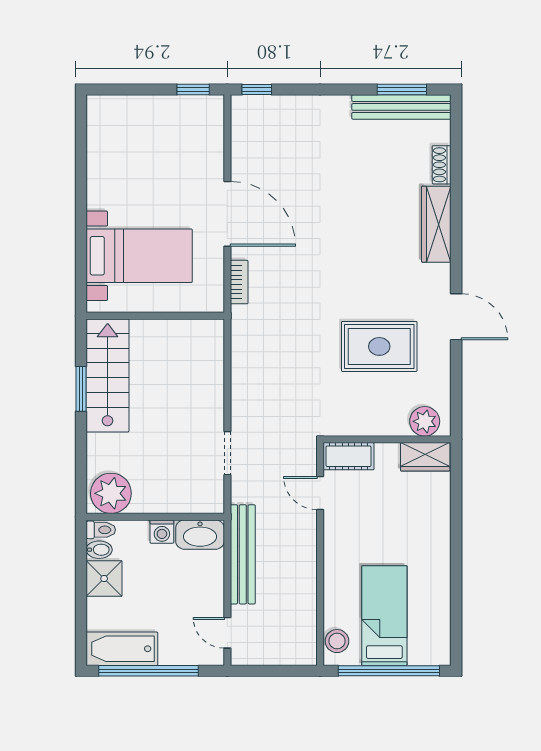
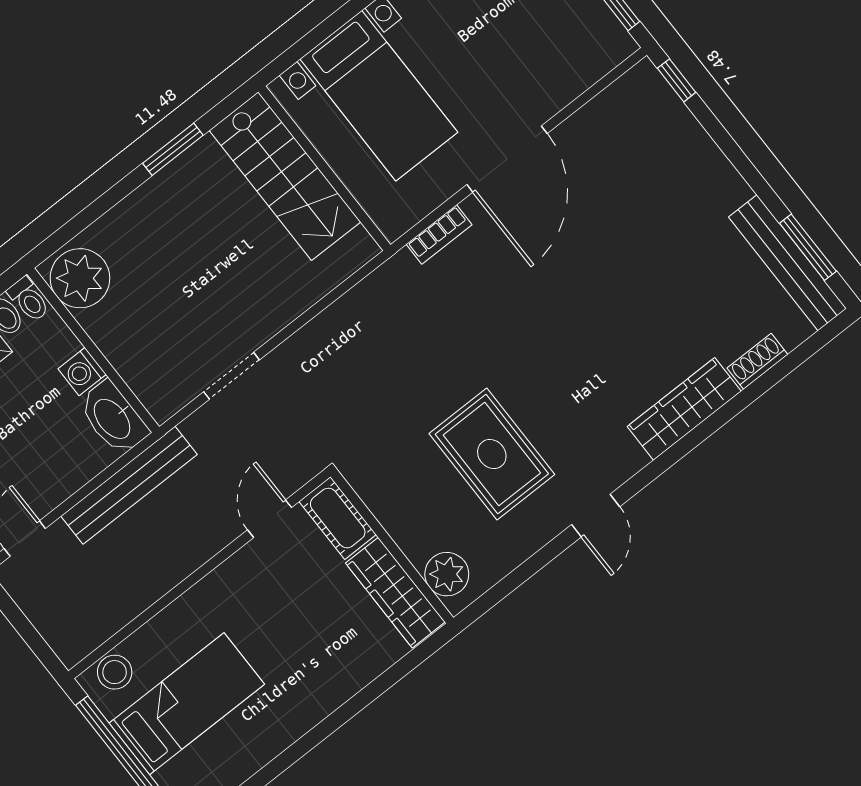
door: (456, 317) -> (596, 516), width x0.73
stairs: (108, 375) -> (285, 176), moved, turned 90
wardrobe: (425, 457) -> (395, 593), width x1.50

